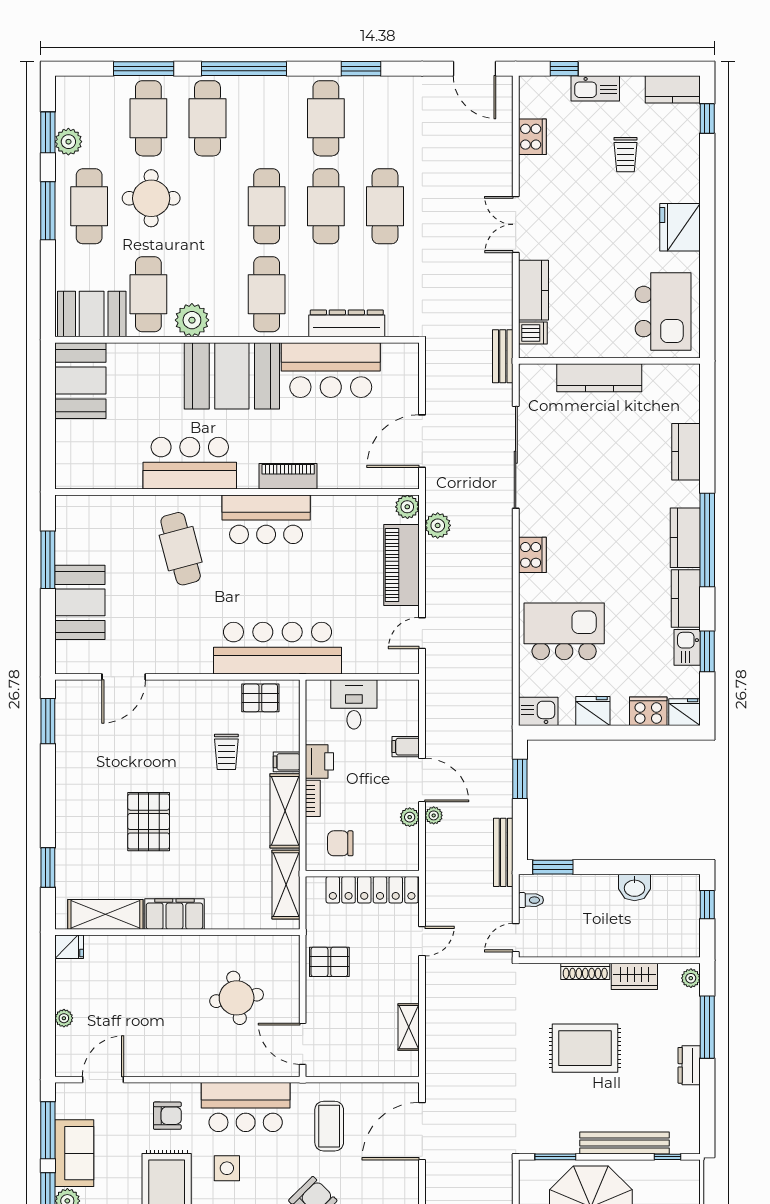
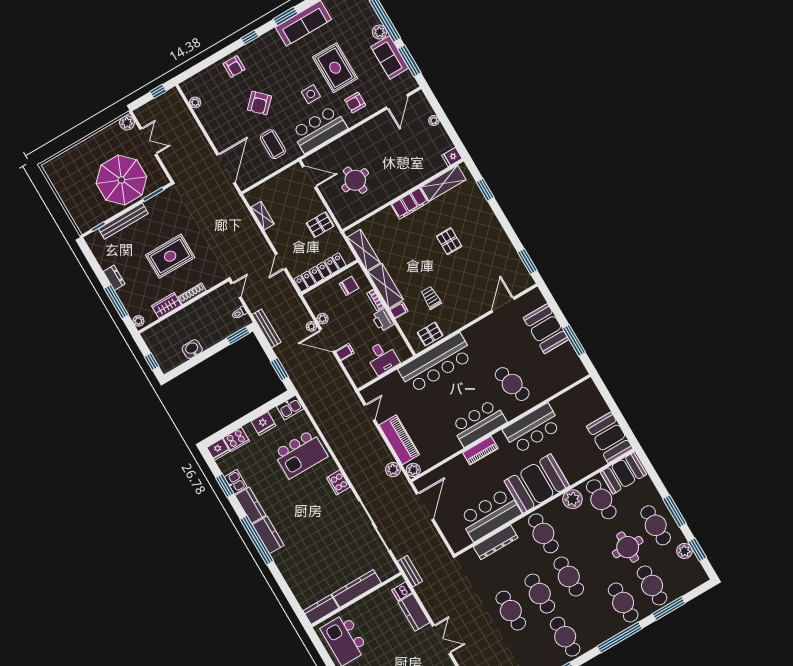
kitchen counter: (686, 452) -> (321, 609), moved, turned -90
pallet: (149, 822) -> (449, 241), width x0.67, depth x0.71

